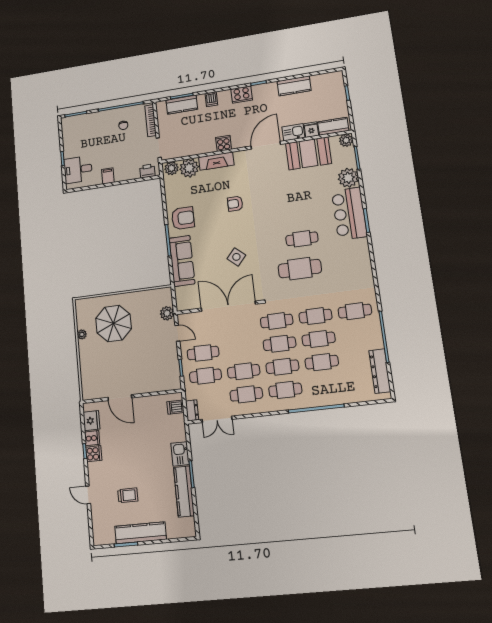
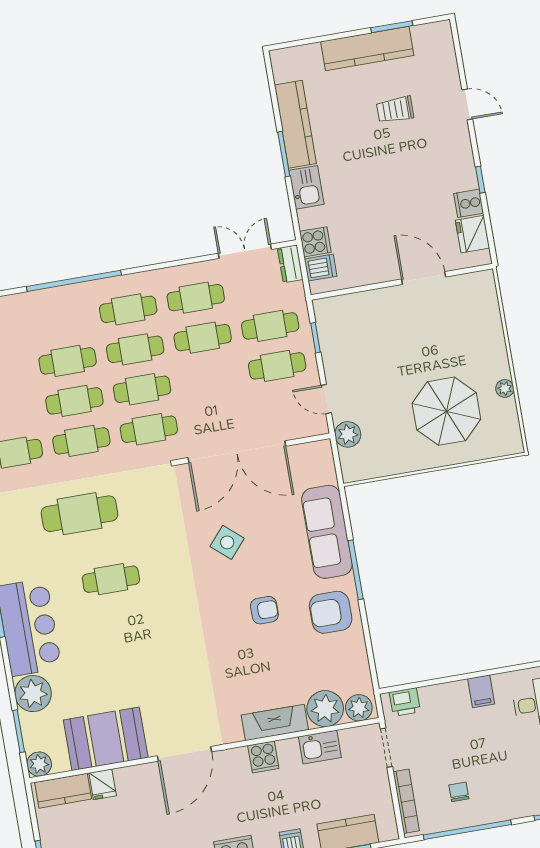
kitchen sink: (293, 132) -> (320, 747), moved
armchair: (235, 204) -> (264, 610), moved
cafe table: (300, 269) -> (79, 514), moved
cooker: (94, 454) -> (315, 242), moved, turned 180

